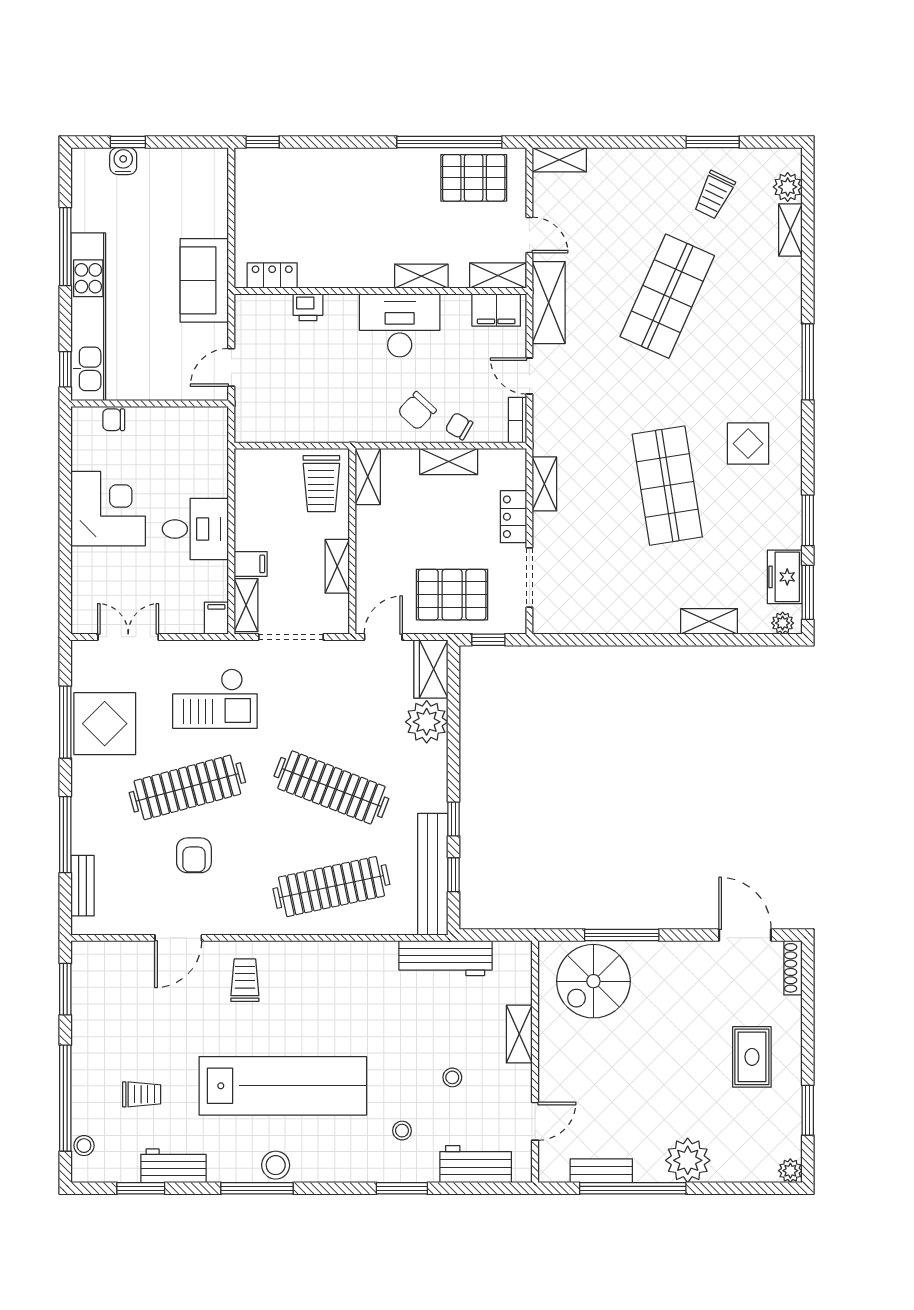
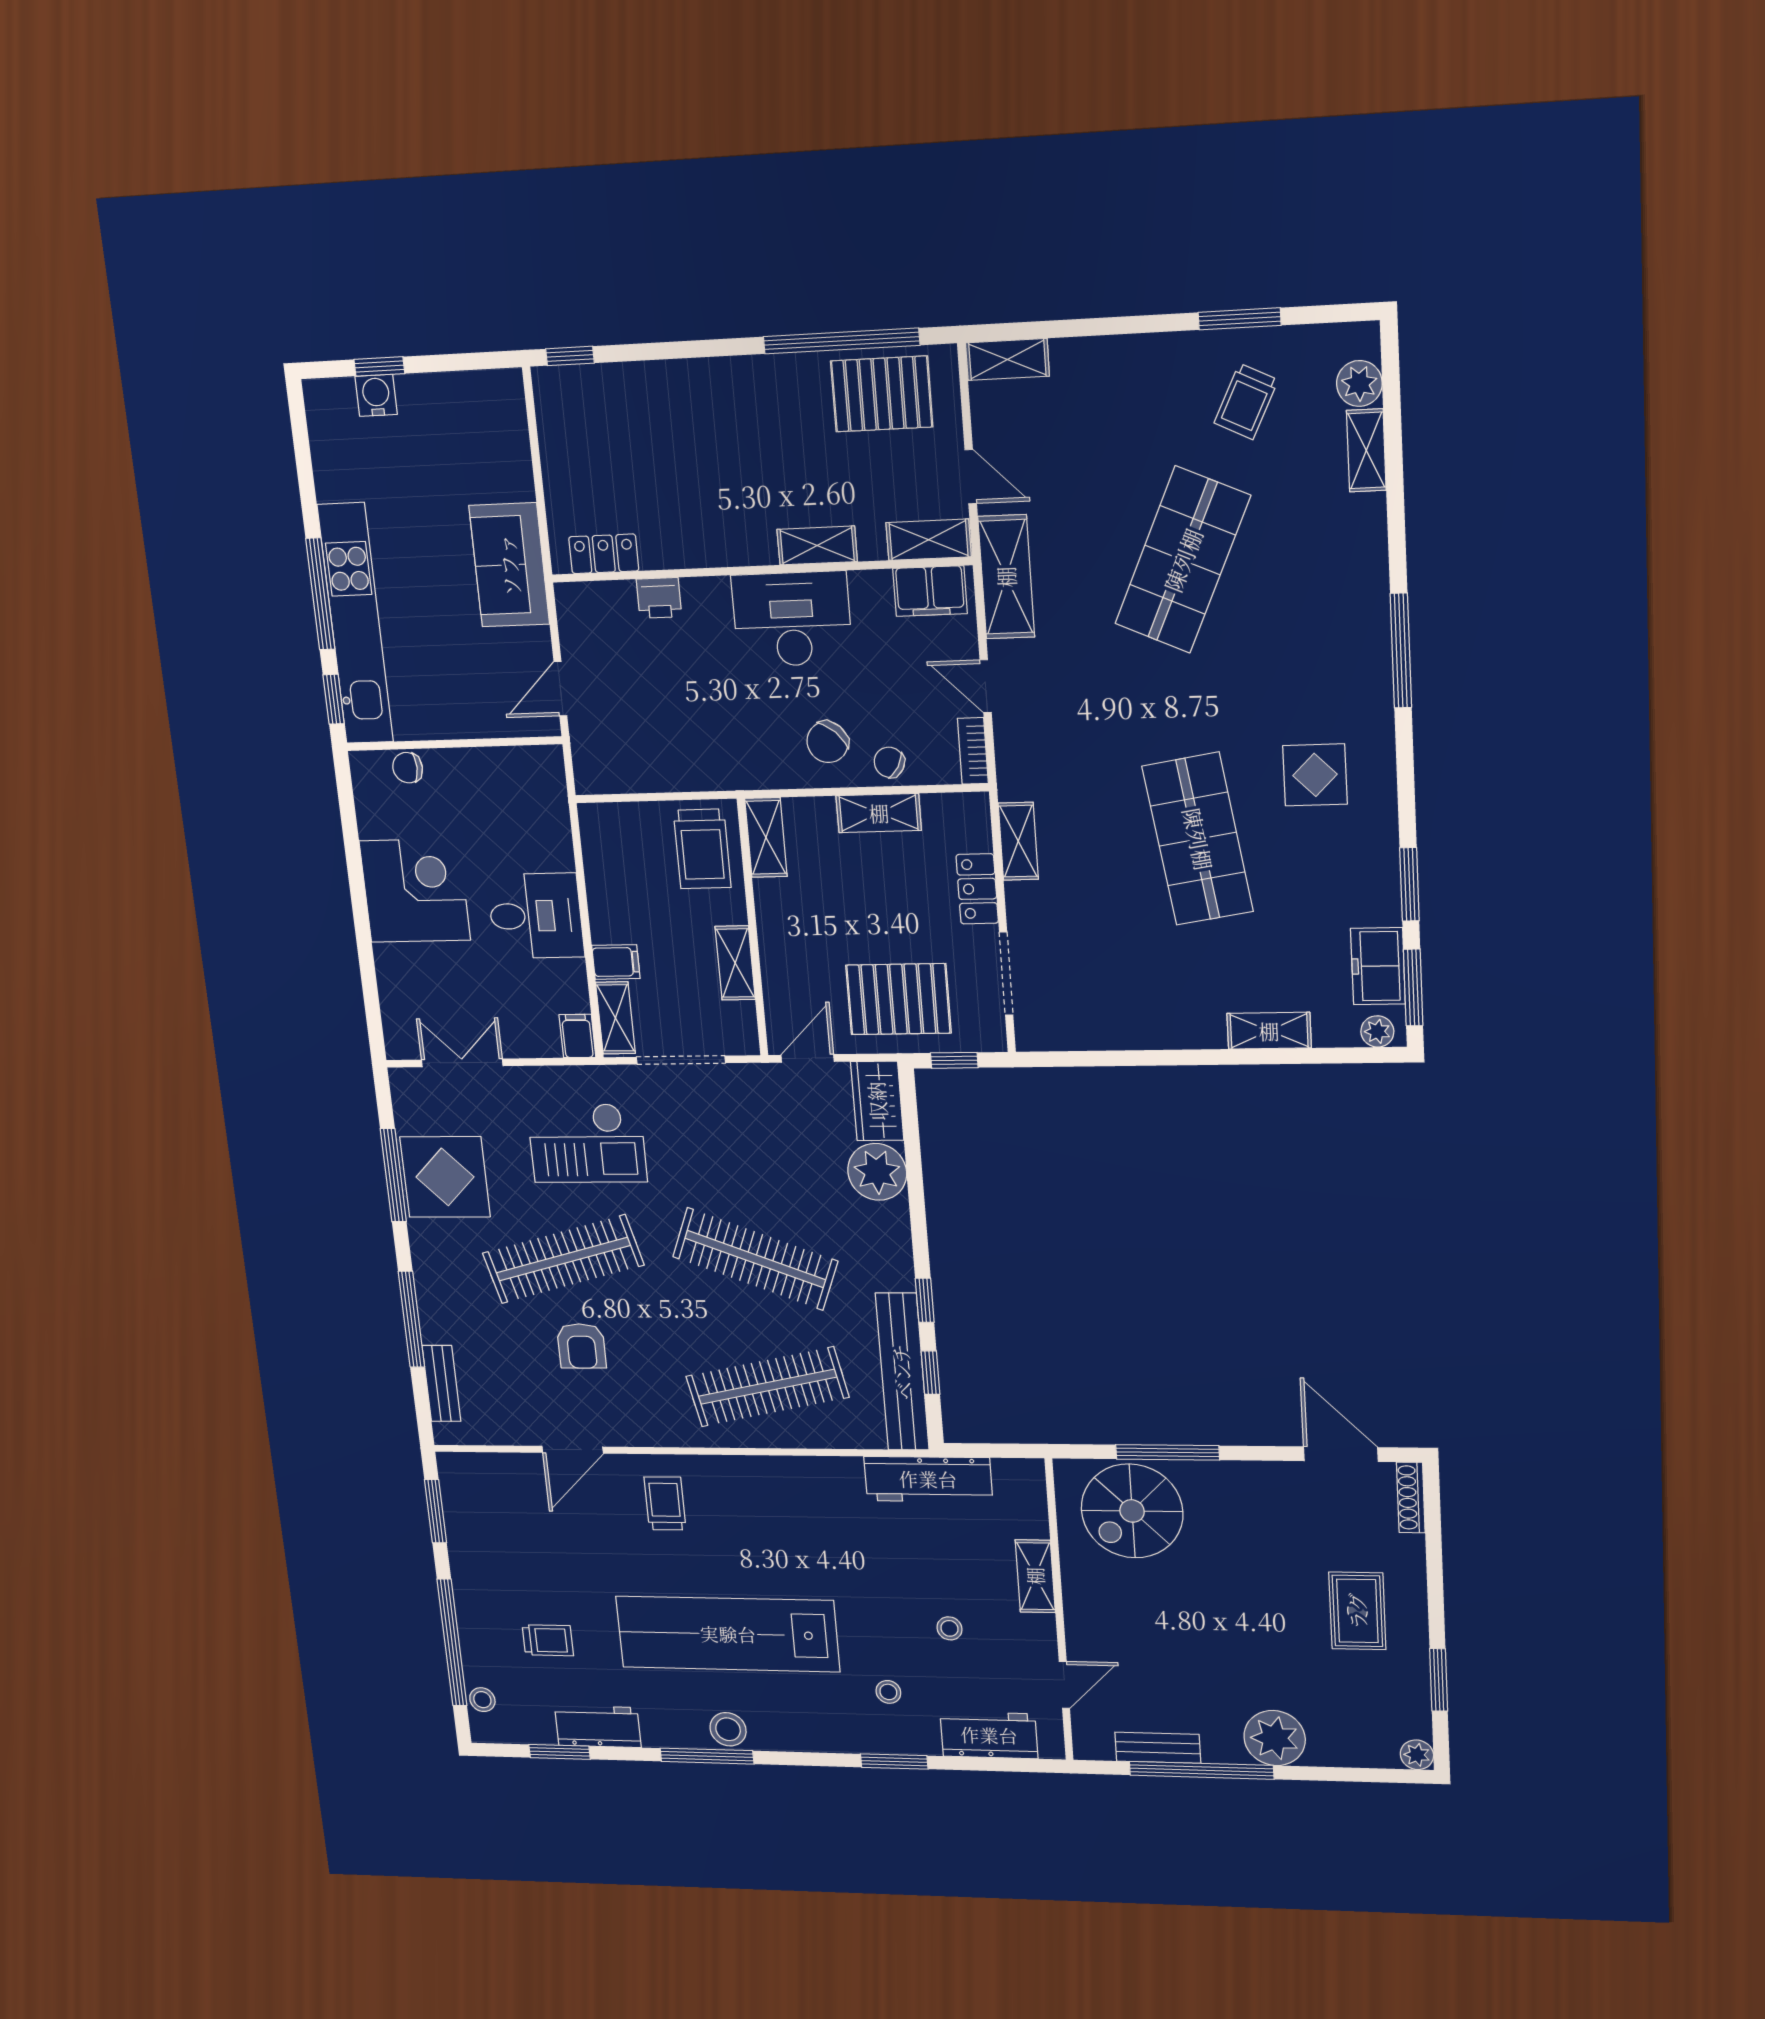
window: (65, 247) -> (320, 594), moved
lab bench: (283, 1086) -> (728, 1634), turned 180

